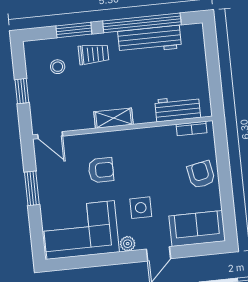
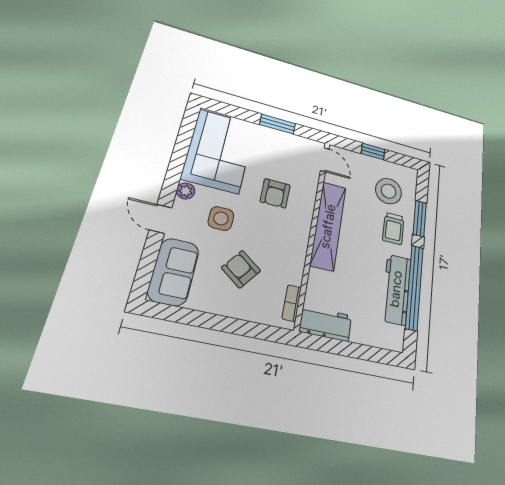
stool: (58, 67) -> (389, 191), width x1.89, depth x1.89
workbench: (178, 109) -> (326, 323), moved, turned -90
shelving: (114, 118) -> (328, 226), width x2.20, depth x1.33
door: (50, 135) -> (325, 160), swing flipped
armchair: (201, 175) -> (241, 269), moved, turned -132

